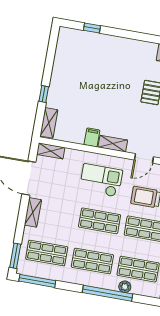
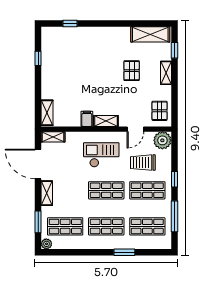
window: (44, 94) -> (38, 58), moved
window: (15, 256) -> (38, 222), moved
window: (37, 281) -> (61, 252), removed
plant: (125, 287) -> (46, 244), moved
window: (107, 293) -> (124, 252), width x0.47

